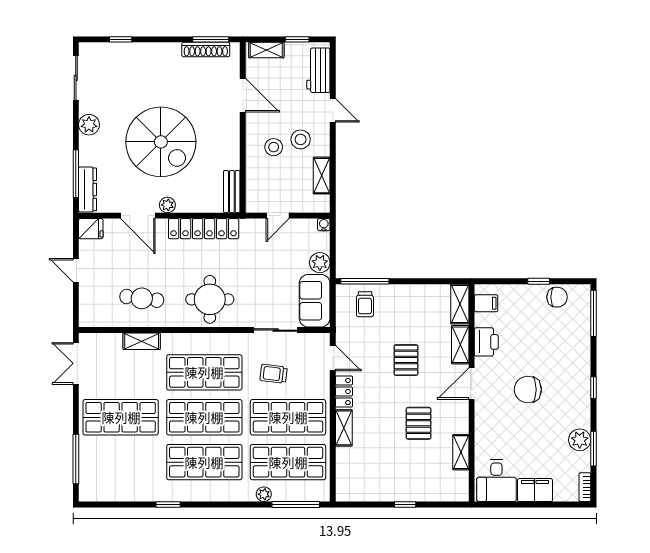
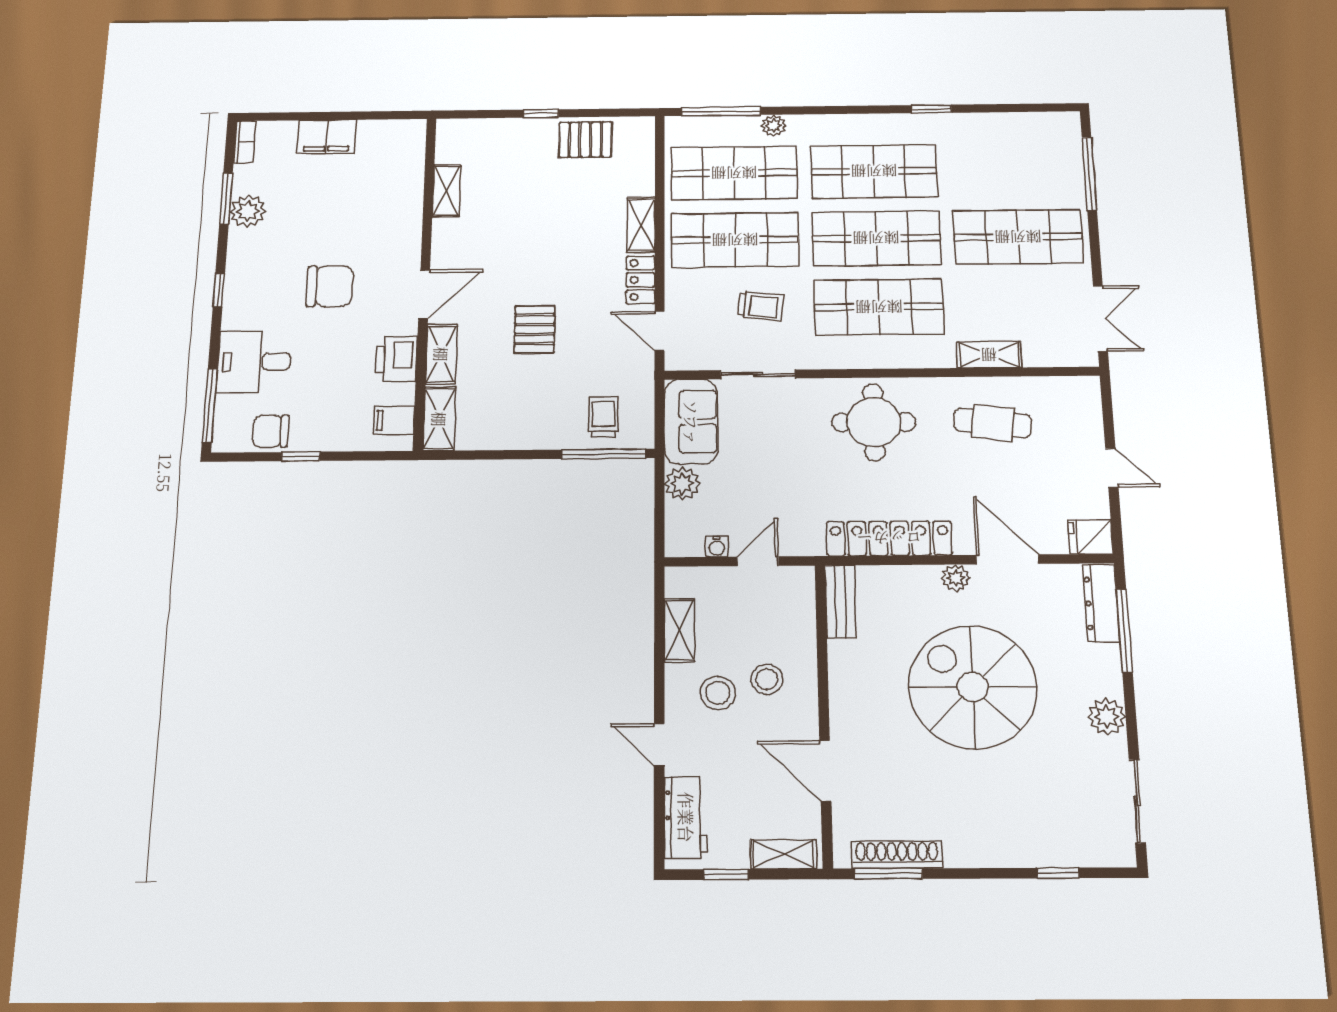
water cooler: (324, 225) -> (717, 546), moved
pallet: (419, 423) -> (585, 140), moved, turned 90
desk: (496, 481) -> (254, 362), moved, turned -90

